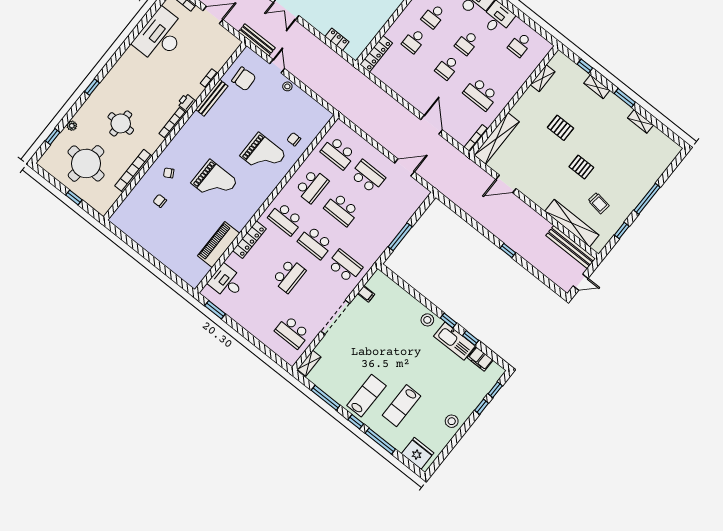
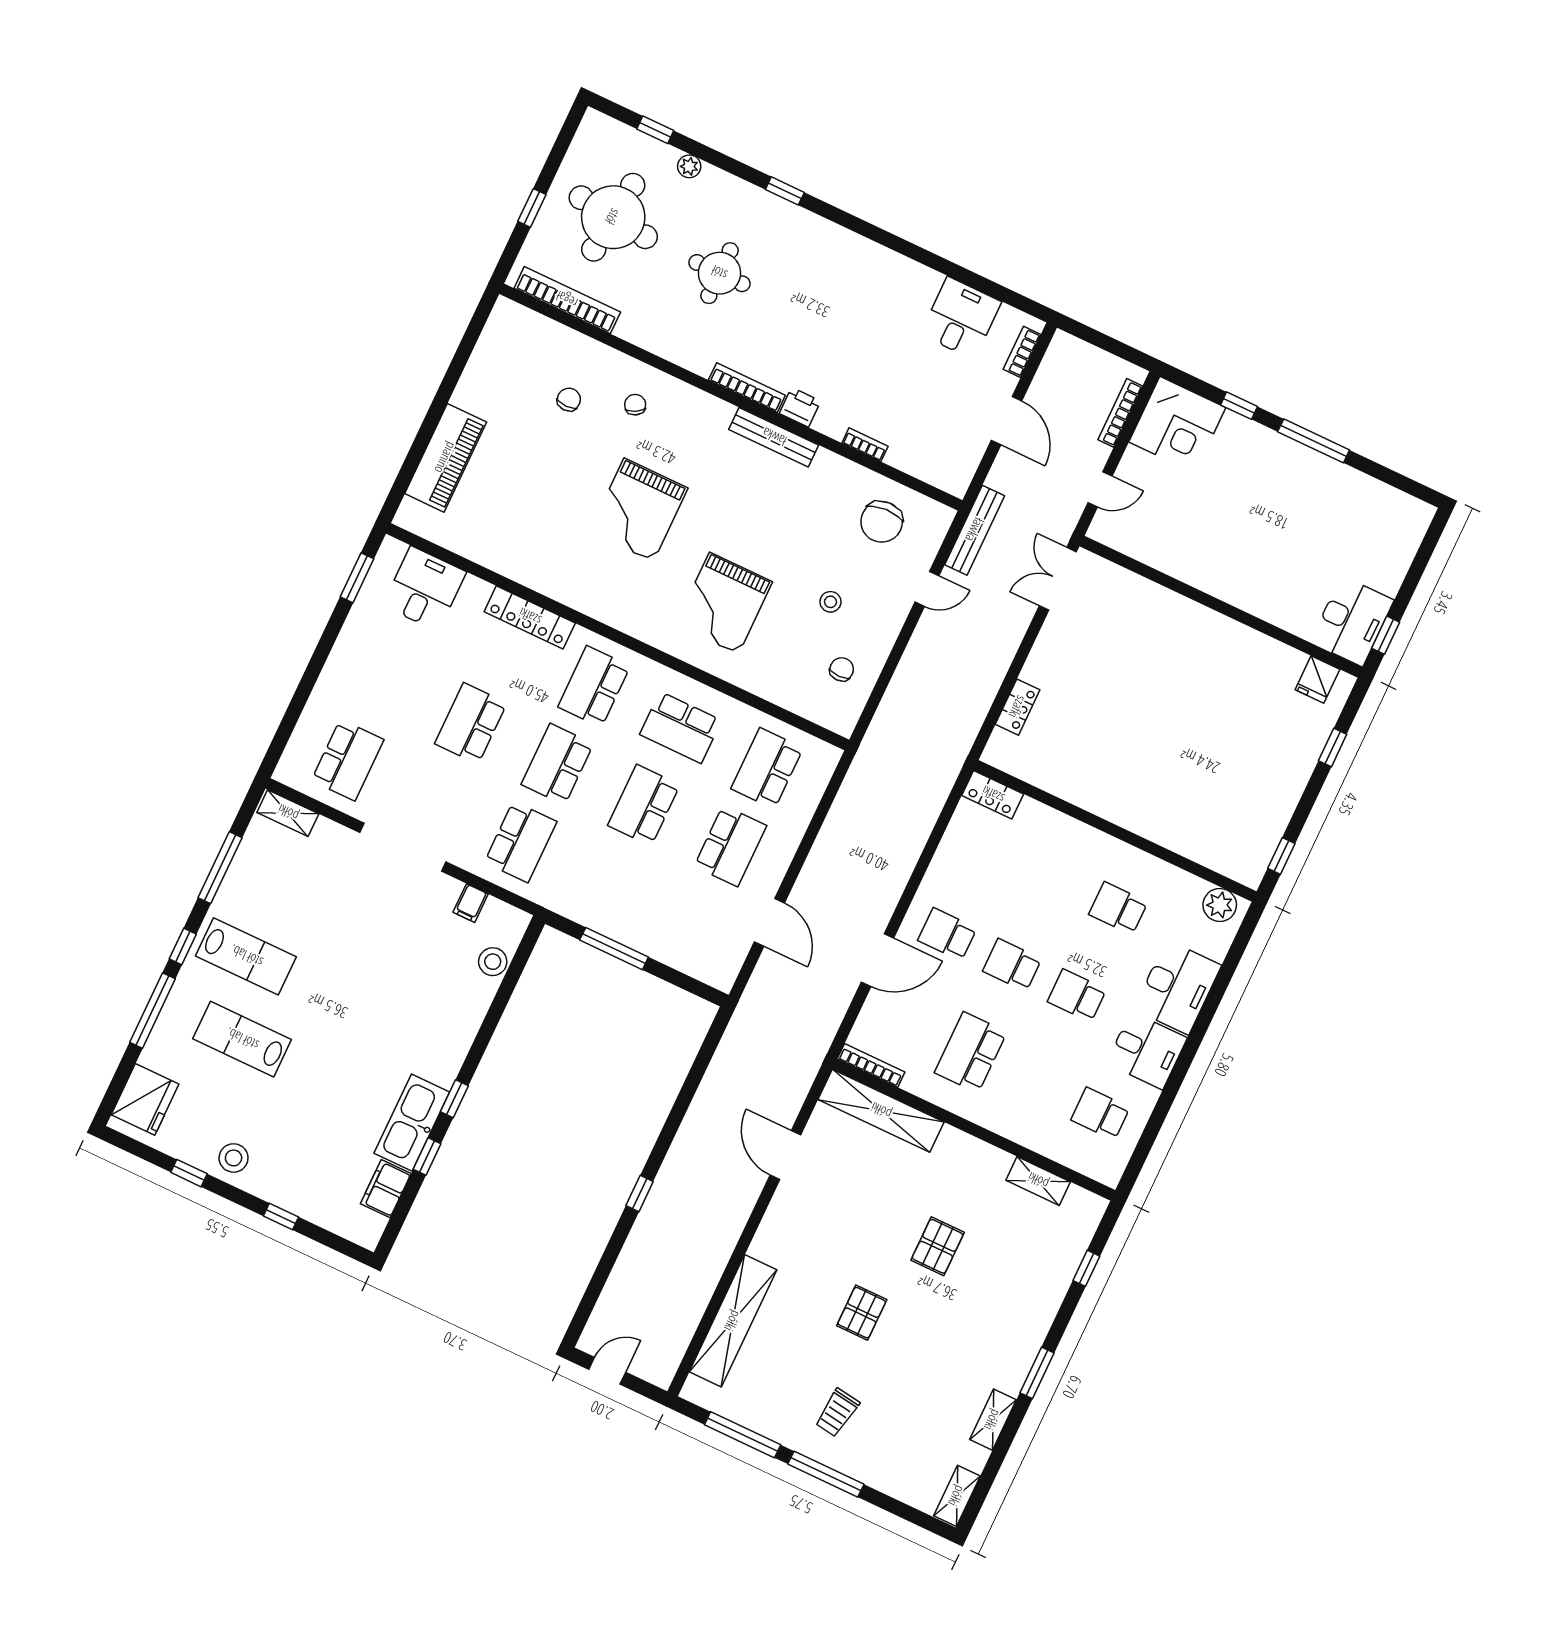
desk: (160, 36) -> (961, 318), width x0.53, depth x0.77
school desk: (414, 41) -> (947, 934), moved
locker: (376, 54) -> (993, 795), width x0.66
stool: (287, 86) -> (830, 602), moved
shelving: (597, 87) -> (957, 1496), moved
bench: (212, 98) -> (774, 437), moved
chair: (294, 139) -> (842, 669), moved
bookcase: (133, 171) -> (567, 300), moved
trolley: (599, 203) -> (837, 1413), moved
window: (622, 231) -> (743, 1435), width x2.17
piano: (219, 245) -> (446, 458), moved, turned 90
bench: (571, 247) -> (680, 1330), removed
school desk: (289, 276) -> (471, 723), turned 90
door: (581, 282) -> (607, 1371), swing flipped
stool: (427, 320) -> (493, 962), moved
school desk: (292, 332) -> (348, 760), turned 180
window: (495, 390) -> (189, 1173), moved

